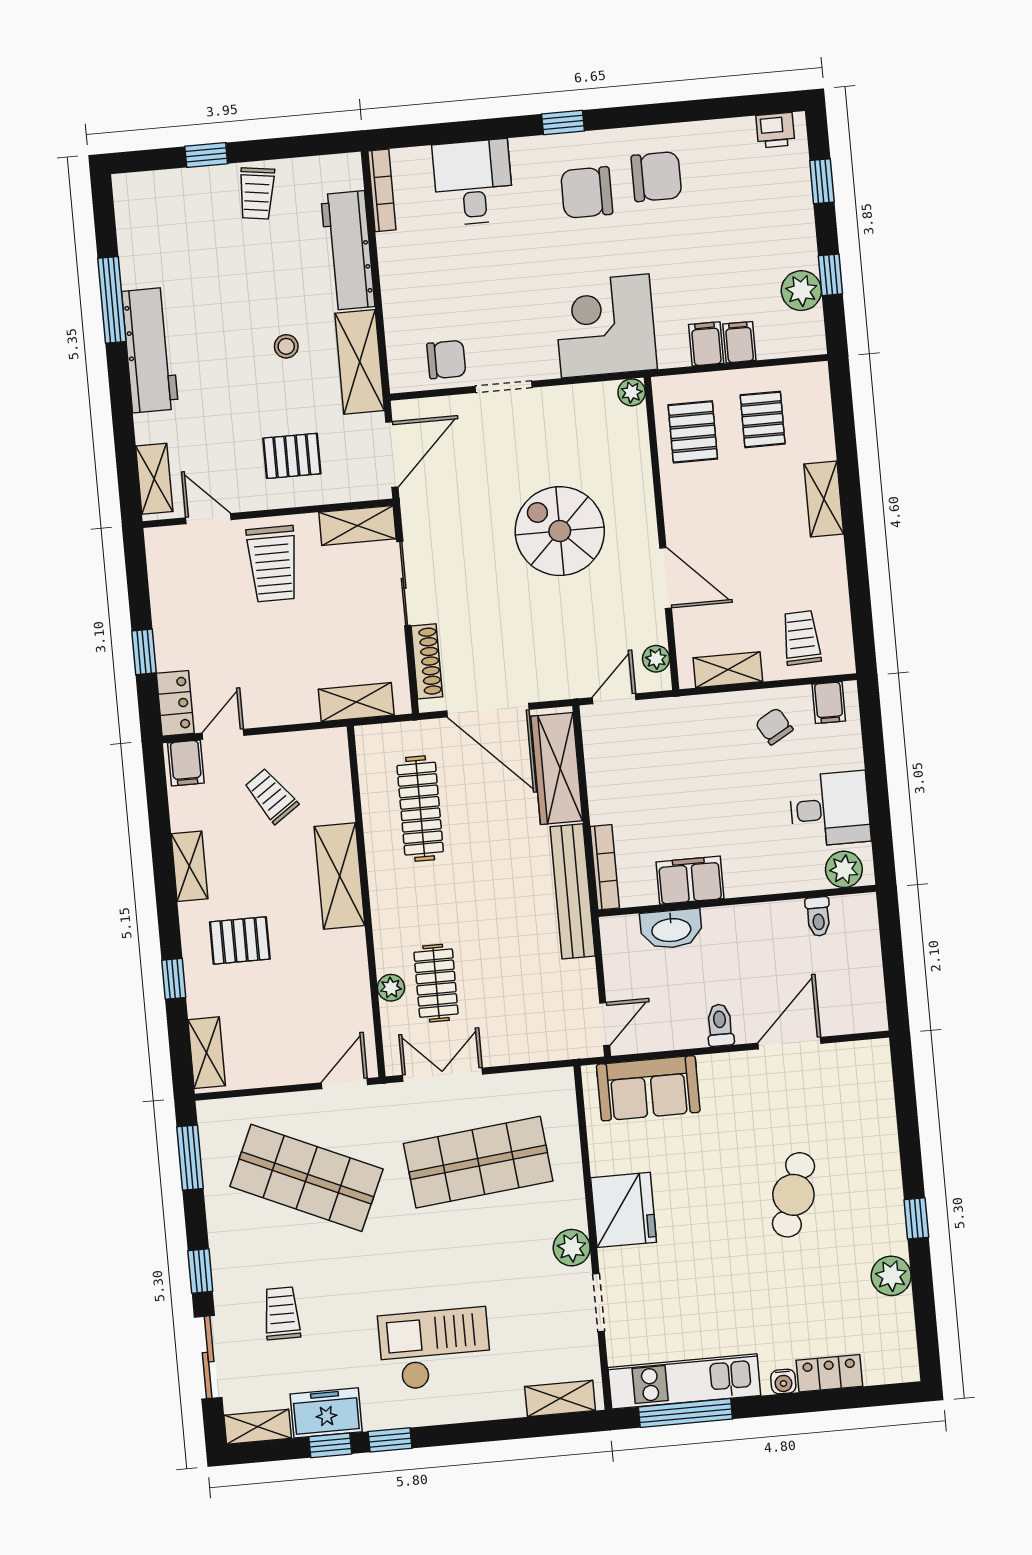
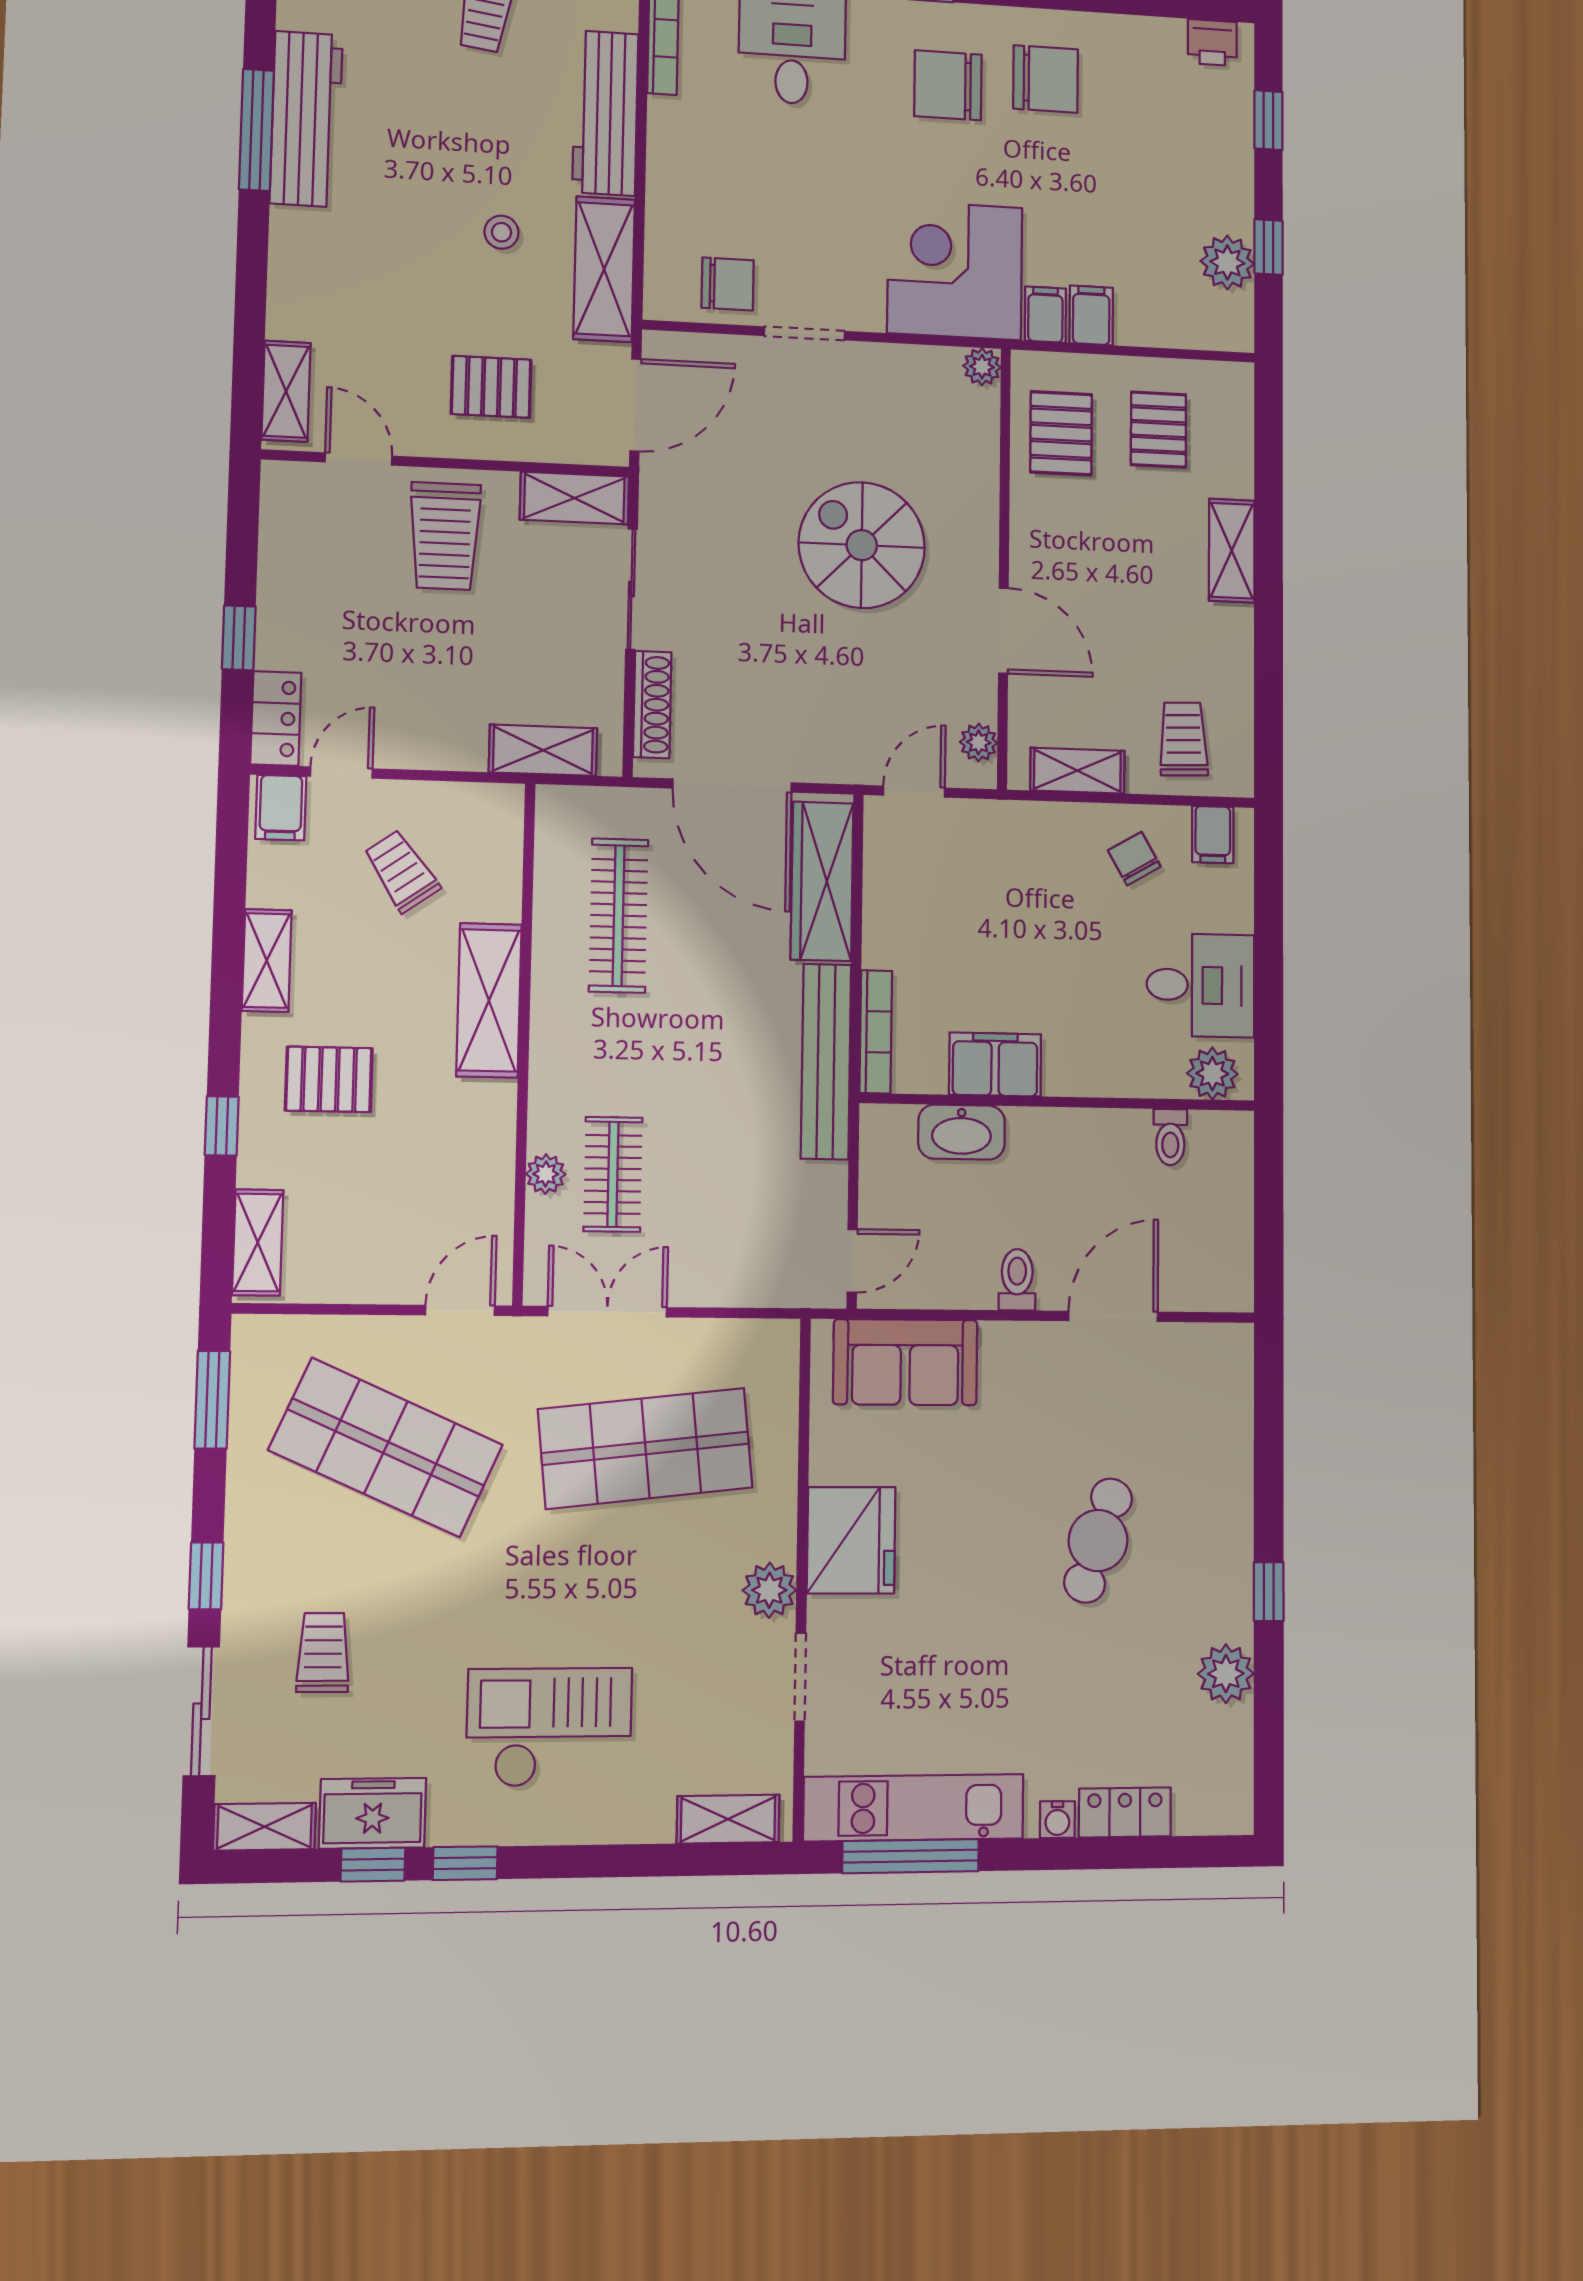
filing cabinet: (739, 342) -> (1045, 315), moved
workbench: (150, 350) -> (306, 119), moved

